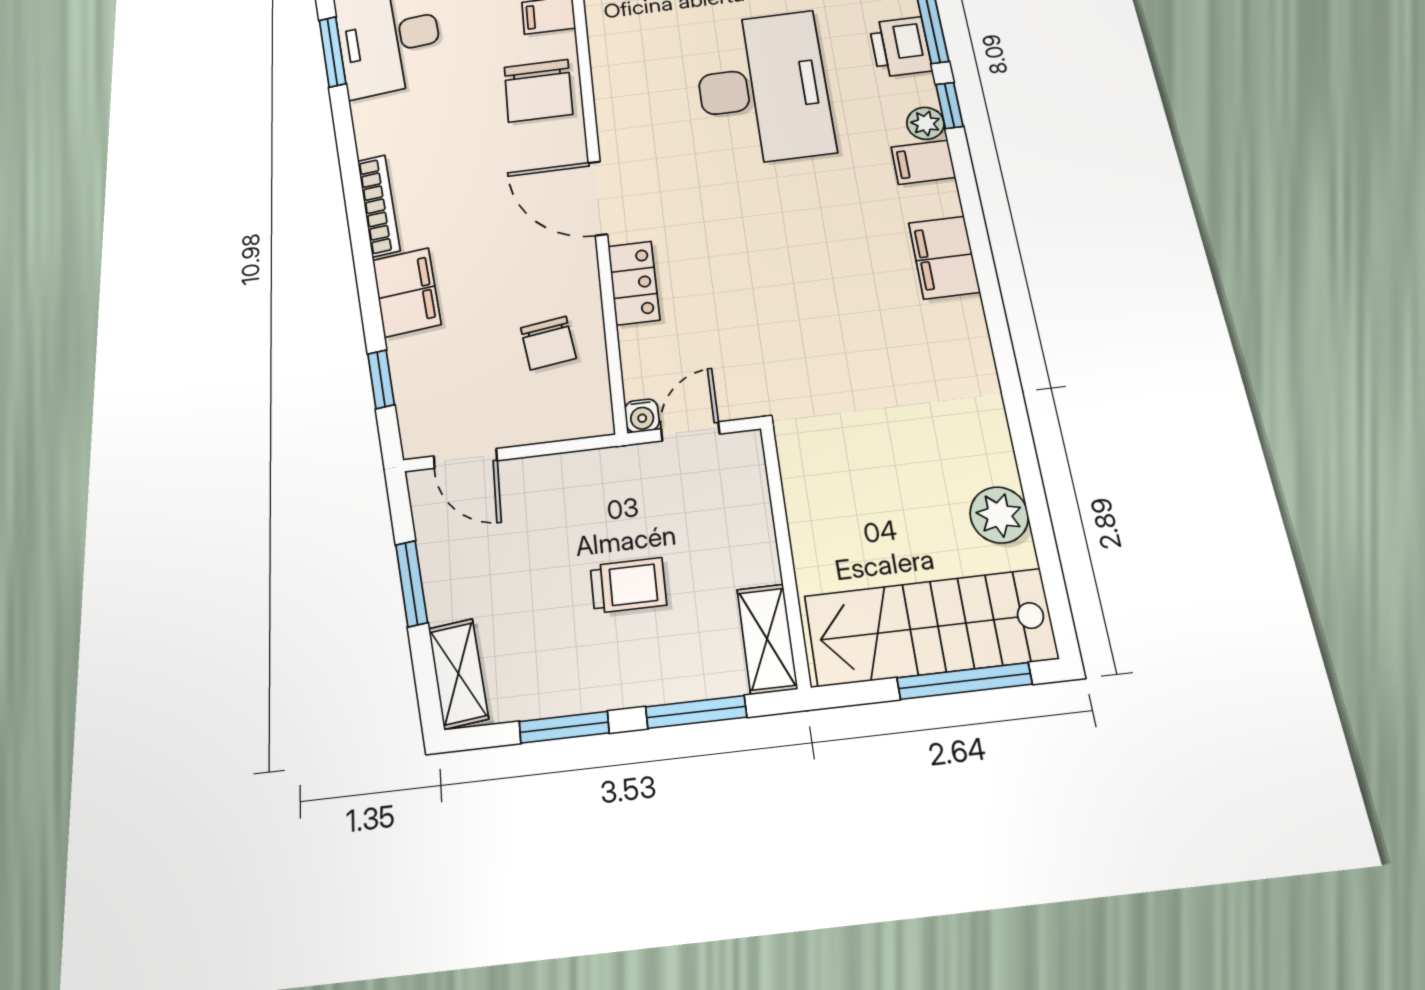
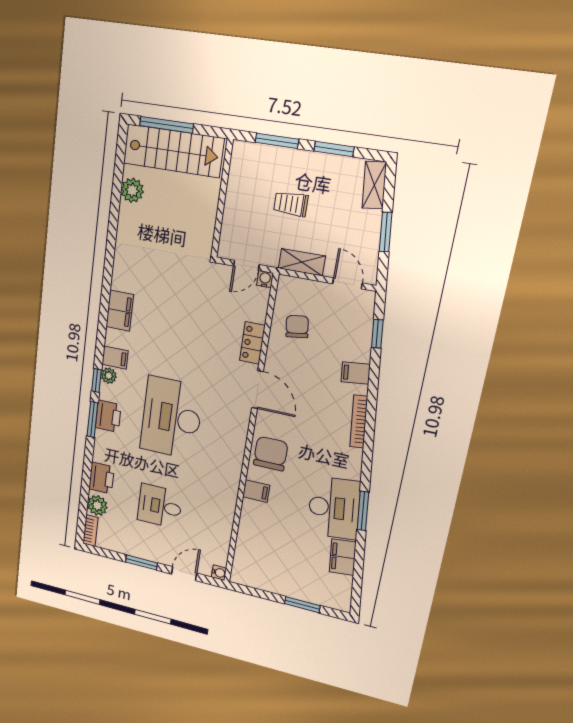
filing cabinet: (407, 292) -> (356, 373), width x0.50
shelving: (767, 639) -> (302, 262), moved, turned 90

